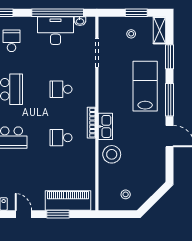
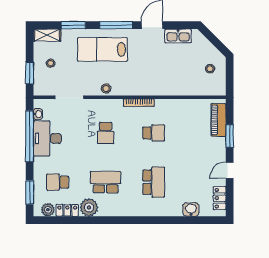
window: (136, 13) -> (30, 73), moved
kitchen sink: (105, 126) -> (178, 36), moved, turned 180
school desk: (61, 138) -> (154, 133), turned -90
stool: (112, 154) -> (106, 89), moved, width x0.53, depth x0.53
piano: (68, 200) -> (218, 120), width x0.73, depth x0.75

